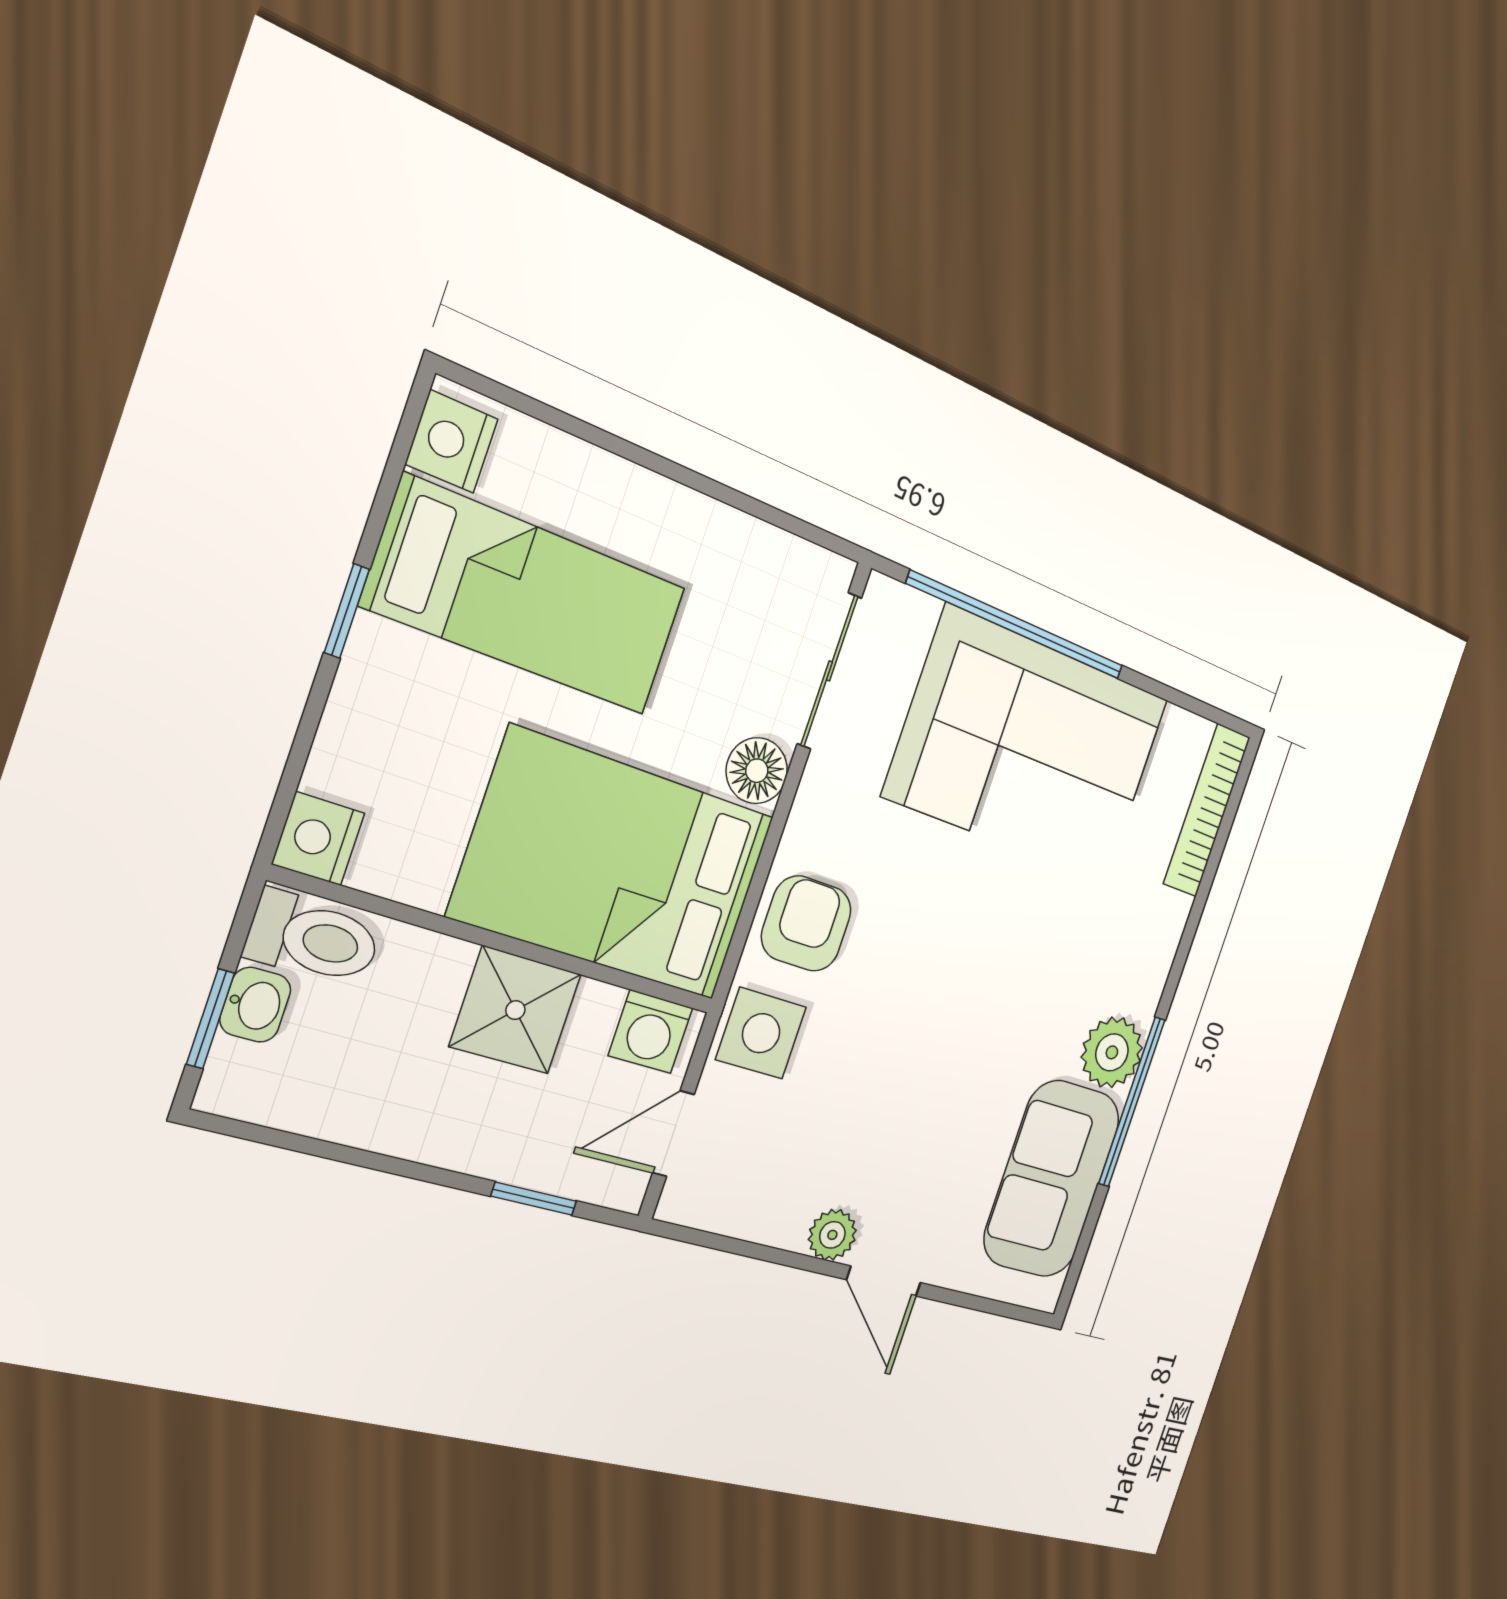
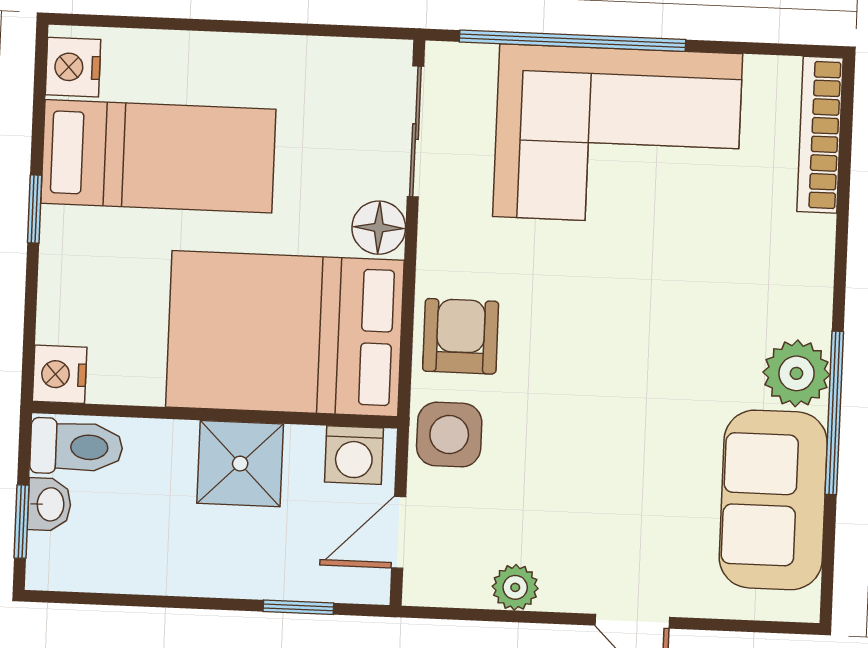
plant: (832, 1235) -> (515, 587), moved

